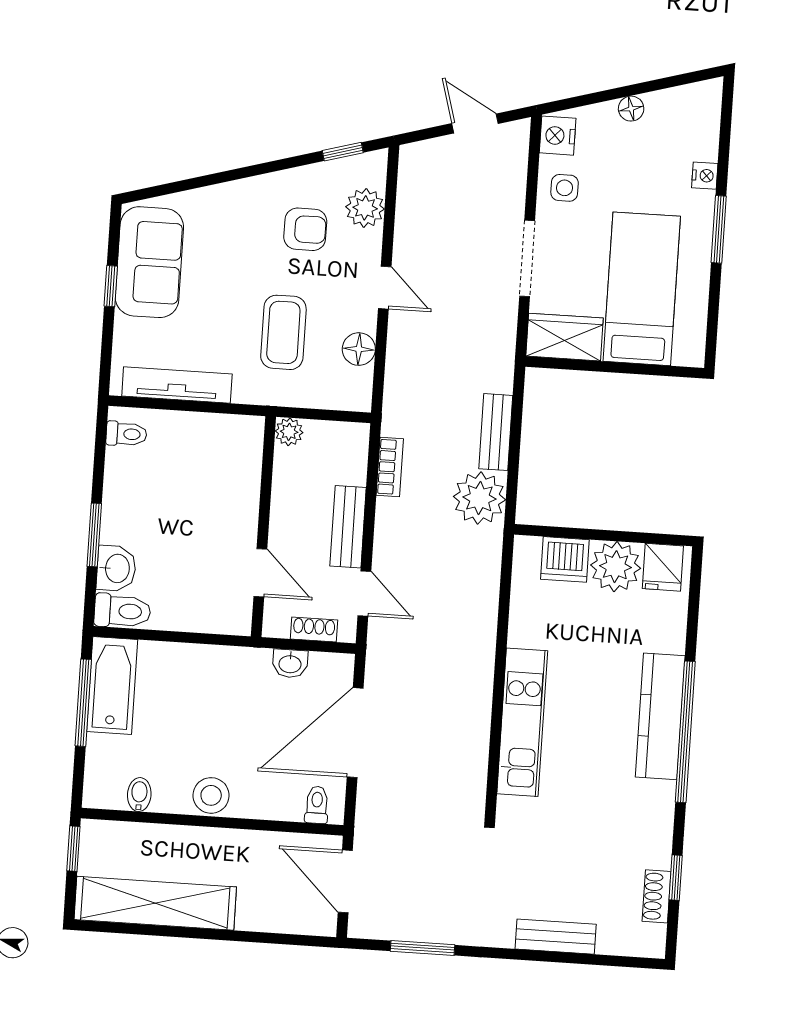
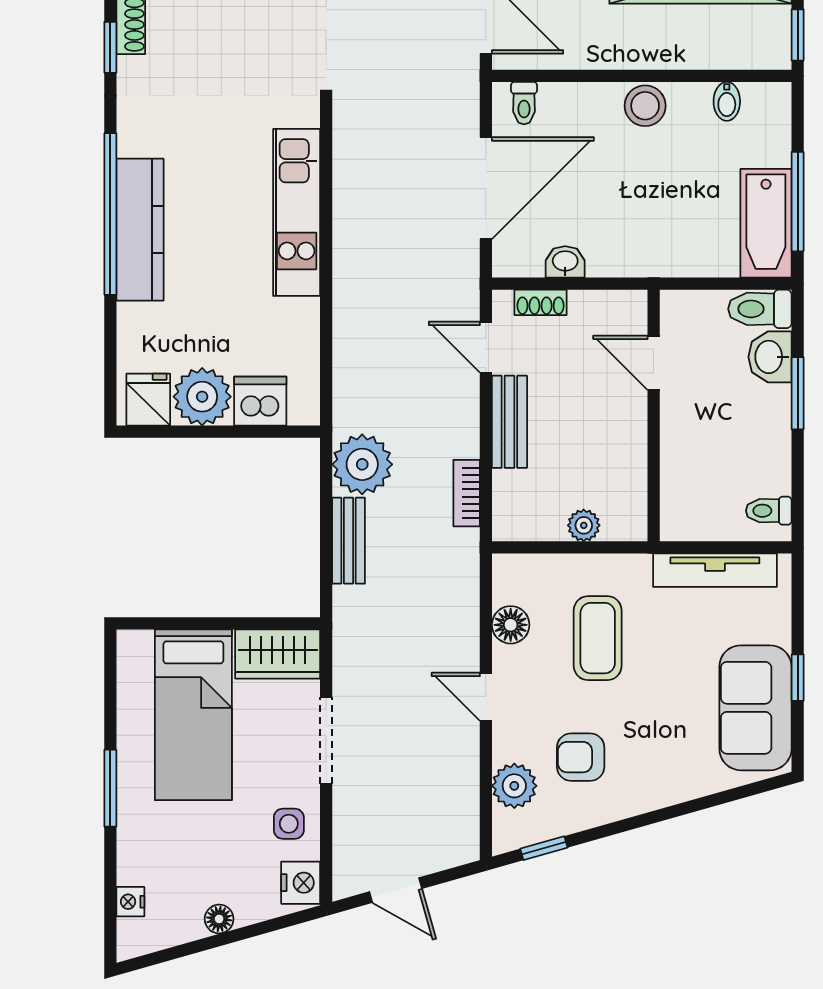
nightstand: (705, 176) -> (130, 902), moved
wall: (263, 527) -> (654, 416), moved
door: (260, 573) -> (654, 363), moved

